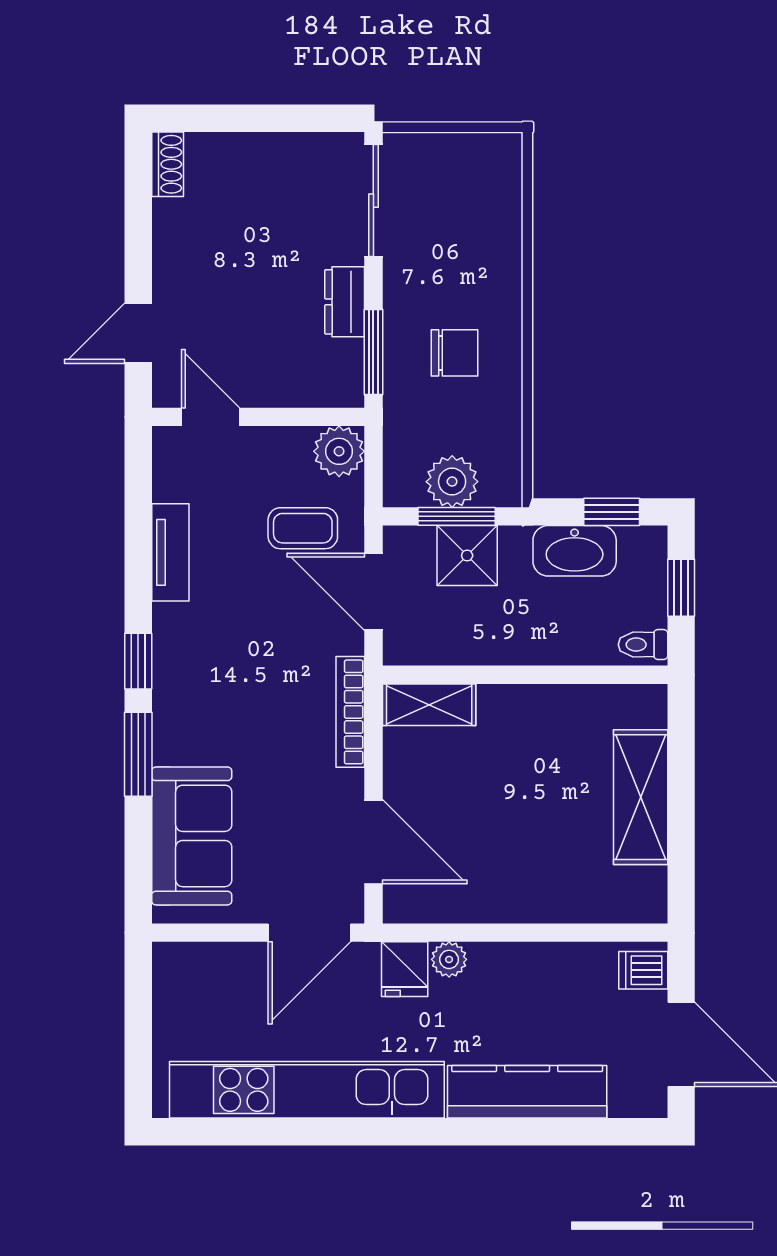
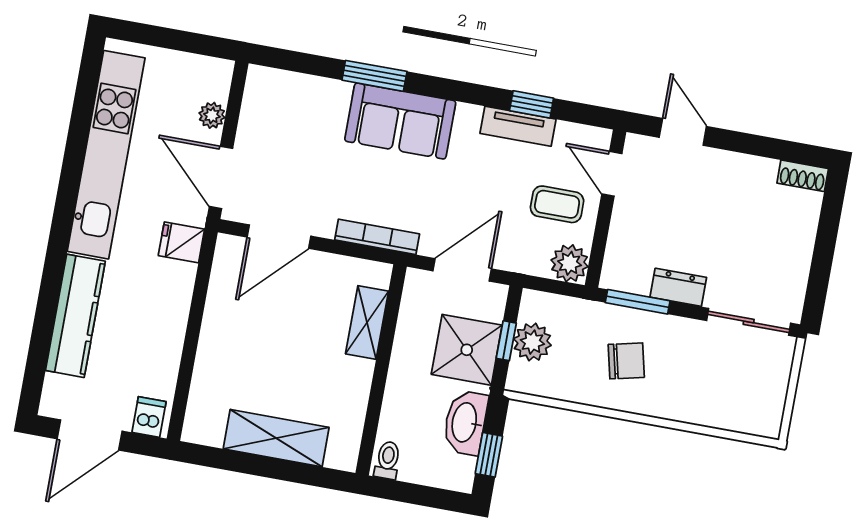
chair: (454, 353) -> (626, 361), turned -103
door: (211, 417) -> (612, 174), swing flipped
window: (457, 516) -> (506, 341), width x0.67
coffee table: (303, 528) -> (557, 204), moved, turned 90
shower: (467, 556) -> (467, 350), width x1.36, depth x1.36
window: (681, 588) -> (424, 496), removed
window: (138, 661) -> (532, 104), moved
shelving: (429, 705) -> (367, 322), moved
sofa: (192, 836) -> (400, 121), moved
plant: (449, 959) -> (212, 115), moved

